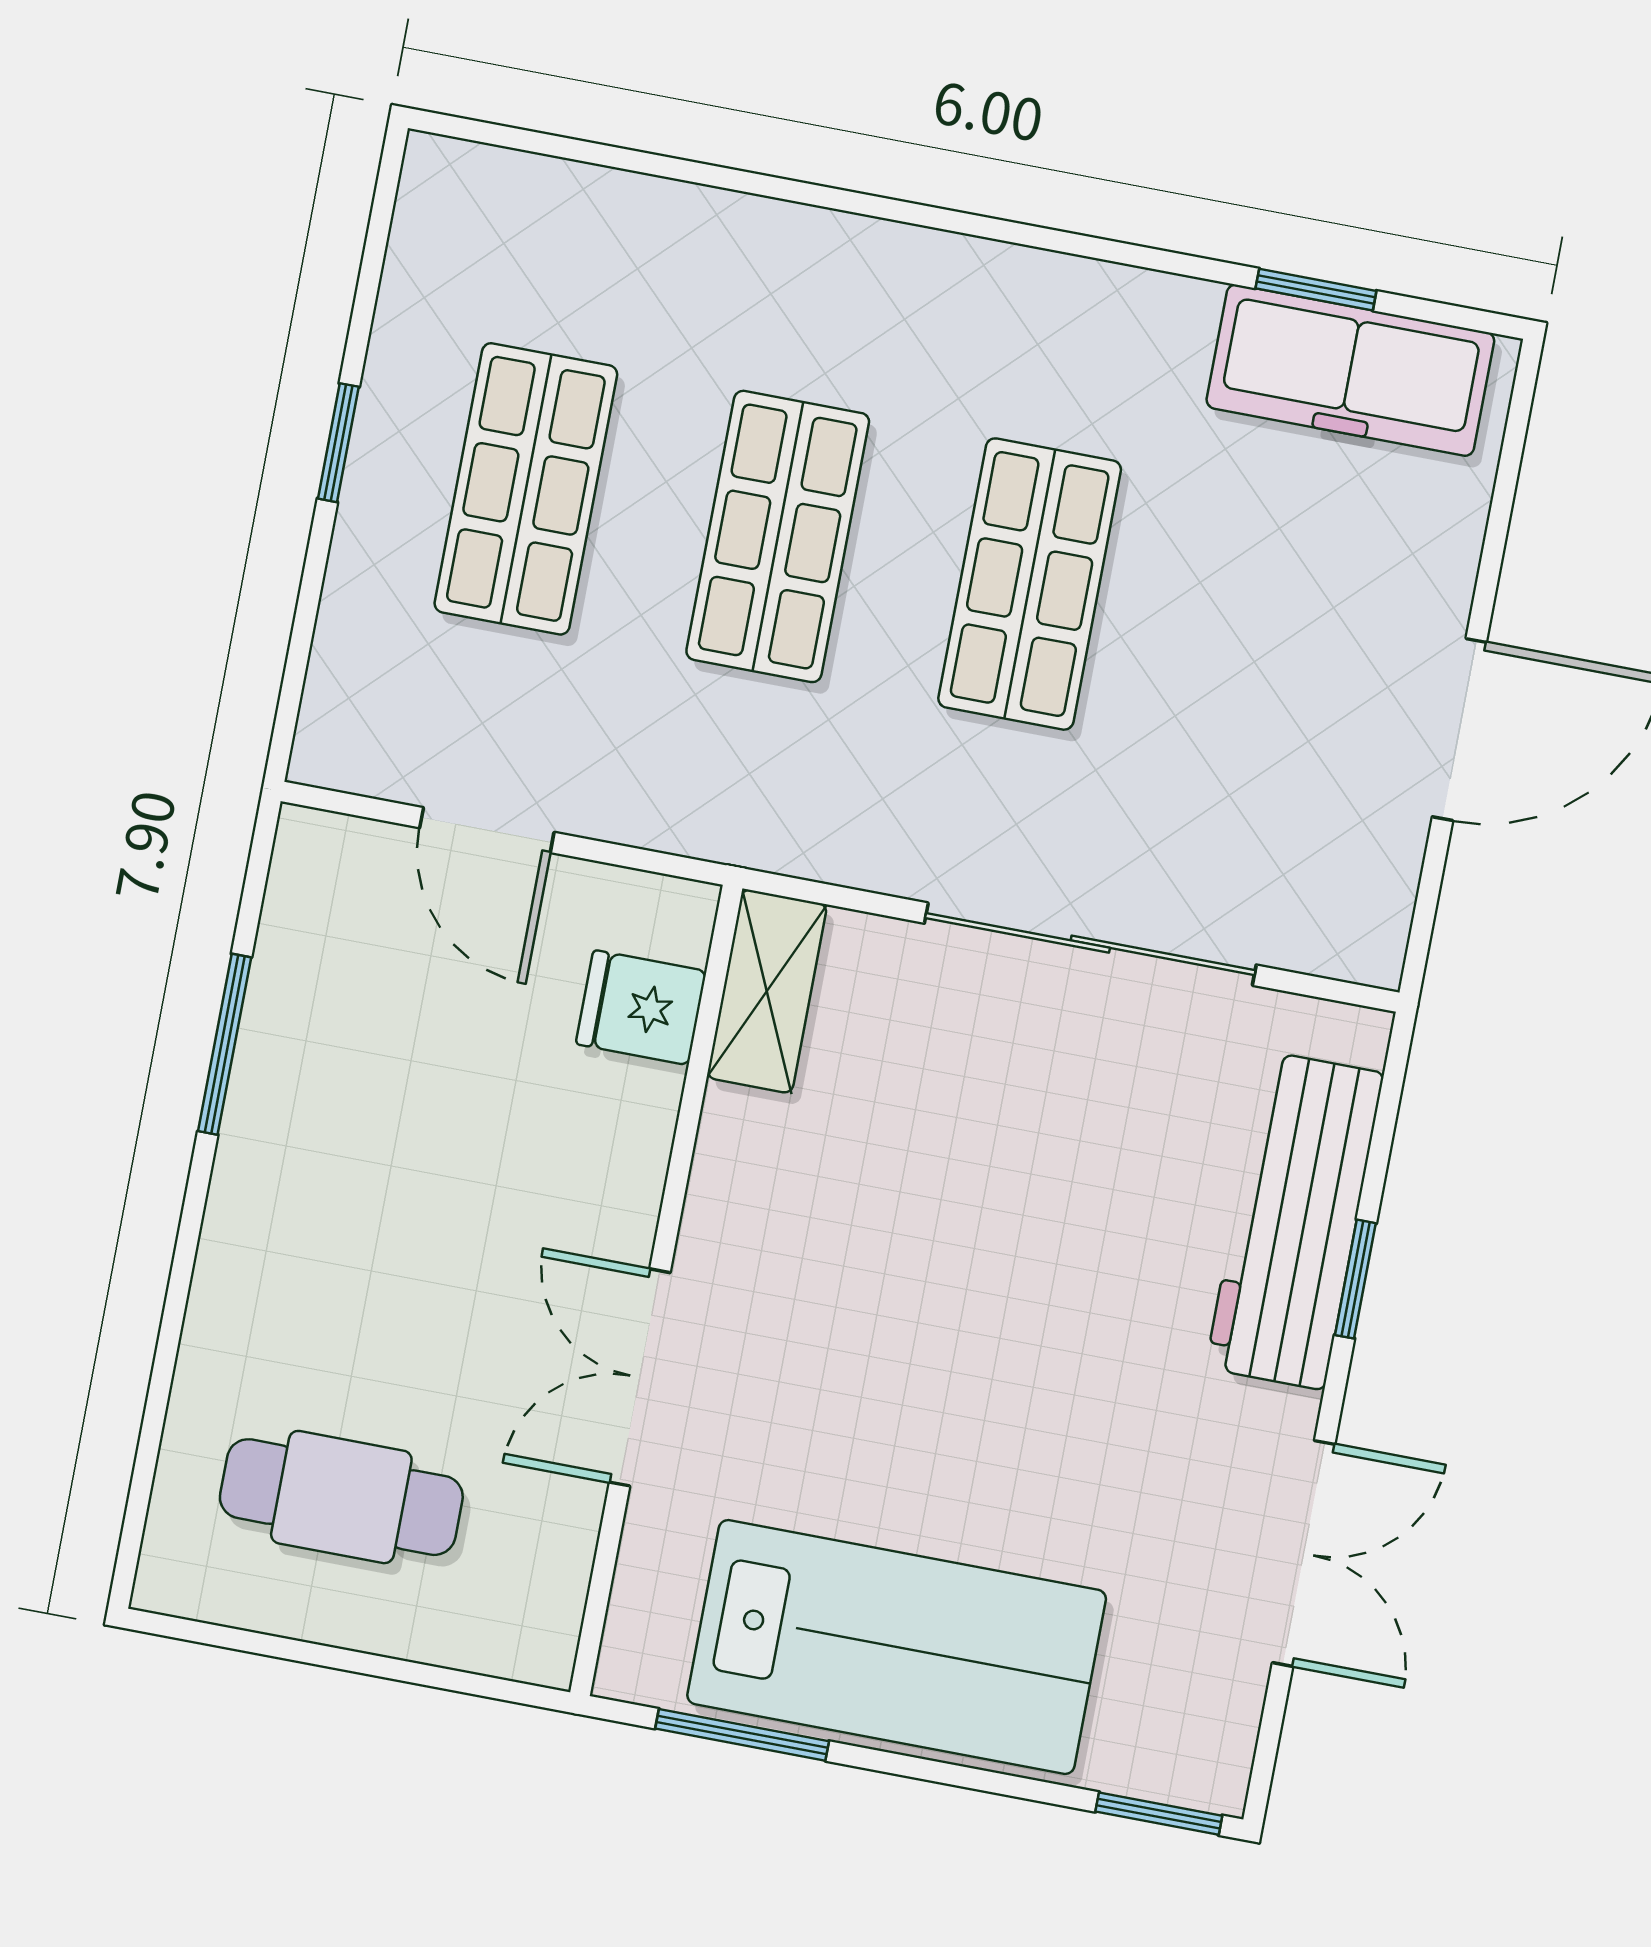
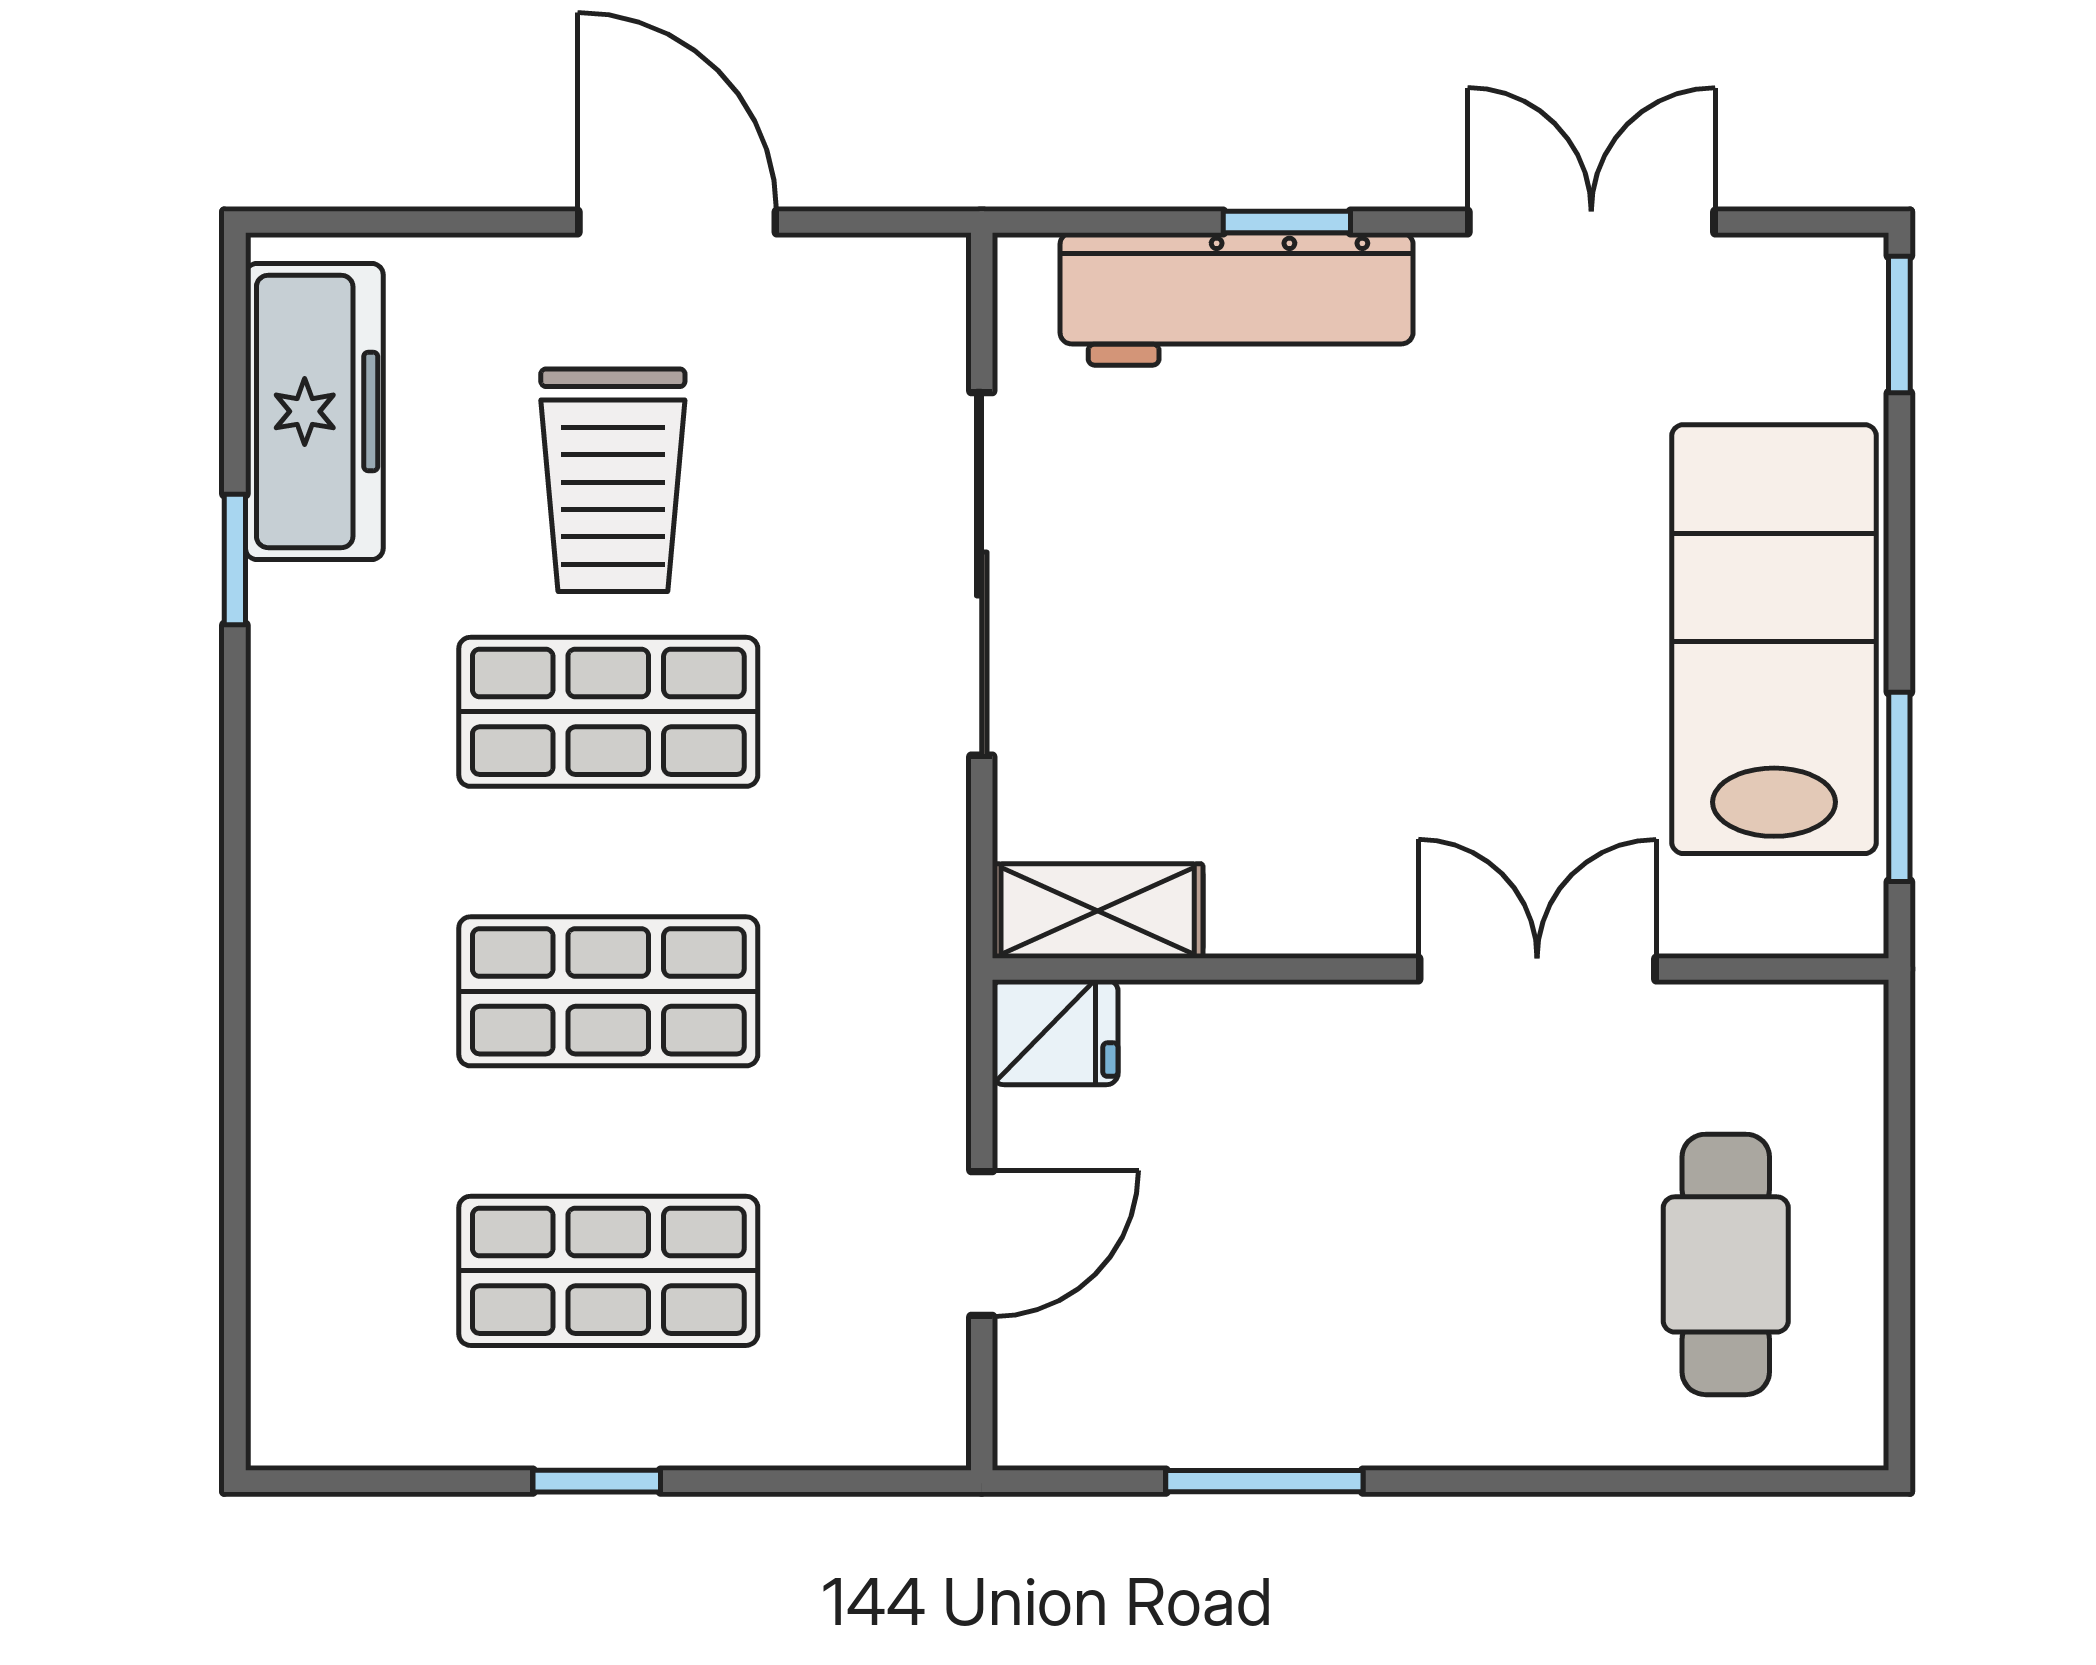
window: (1316, 290) -> (235, 560), moved
trolley: (1238, 628) -> (613, 480), added
fridge: (641, 1008) -> (1055, 1032), moved, turned -90
double door: (640, 1377) -> (1537, 969), swing flipped

